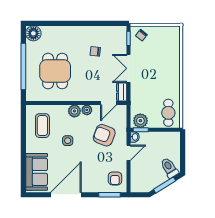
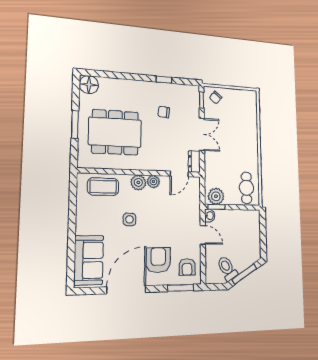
window: (95, 23) -> (164, 80), added
window: (23, 67) -> (75, 124), width x0.47
double door: (129, 68) -> (202, 134), swing flipped
dining table: (55, 71) -> (115, 132), width x1.37
coffee table: (42, 126) -> (103, 187), moved, turned 90
armchair: (104, 135) -> (158, 260), moved, turned 69
door: (129, 153) -> (203, 235), hinge flipped
toilet: (169, 168) -> (227, 268), moved

